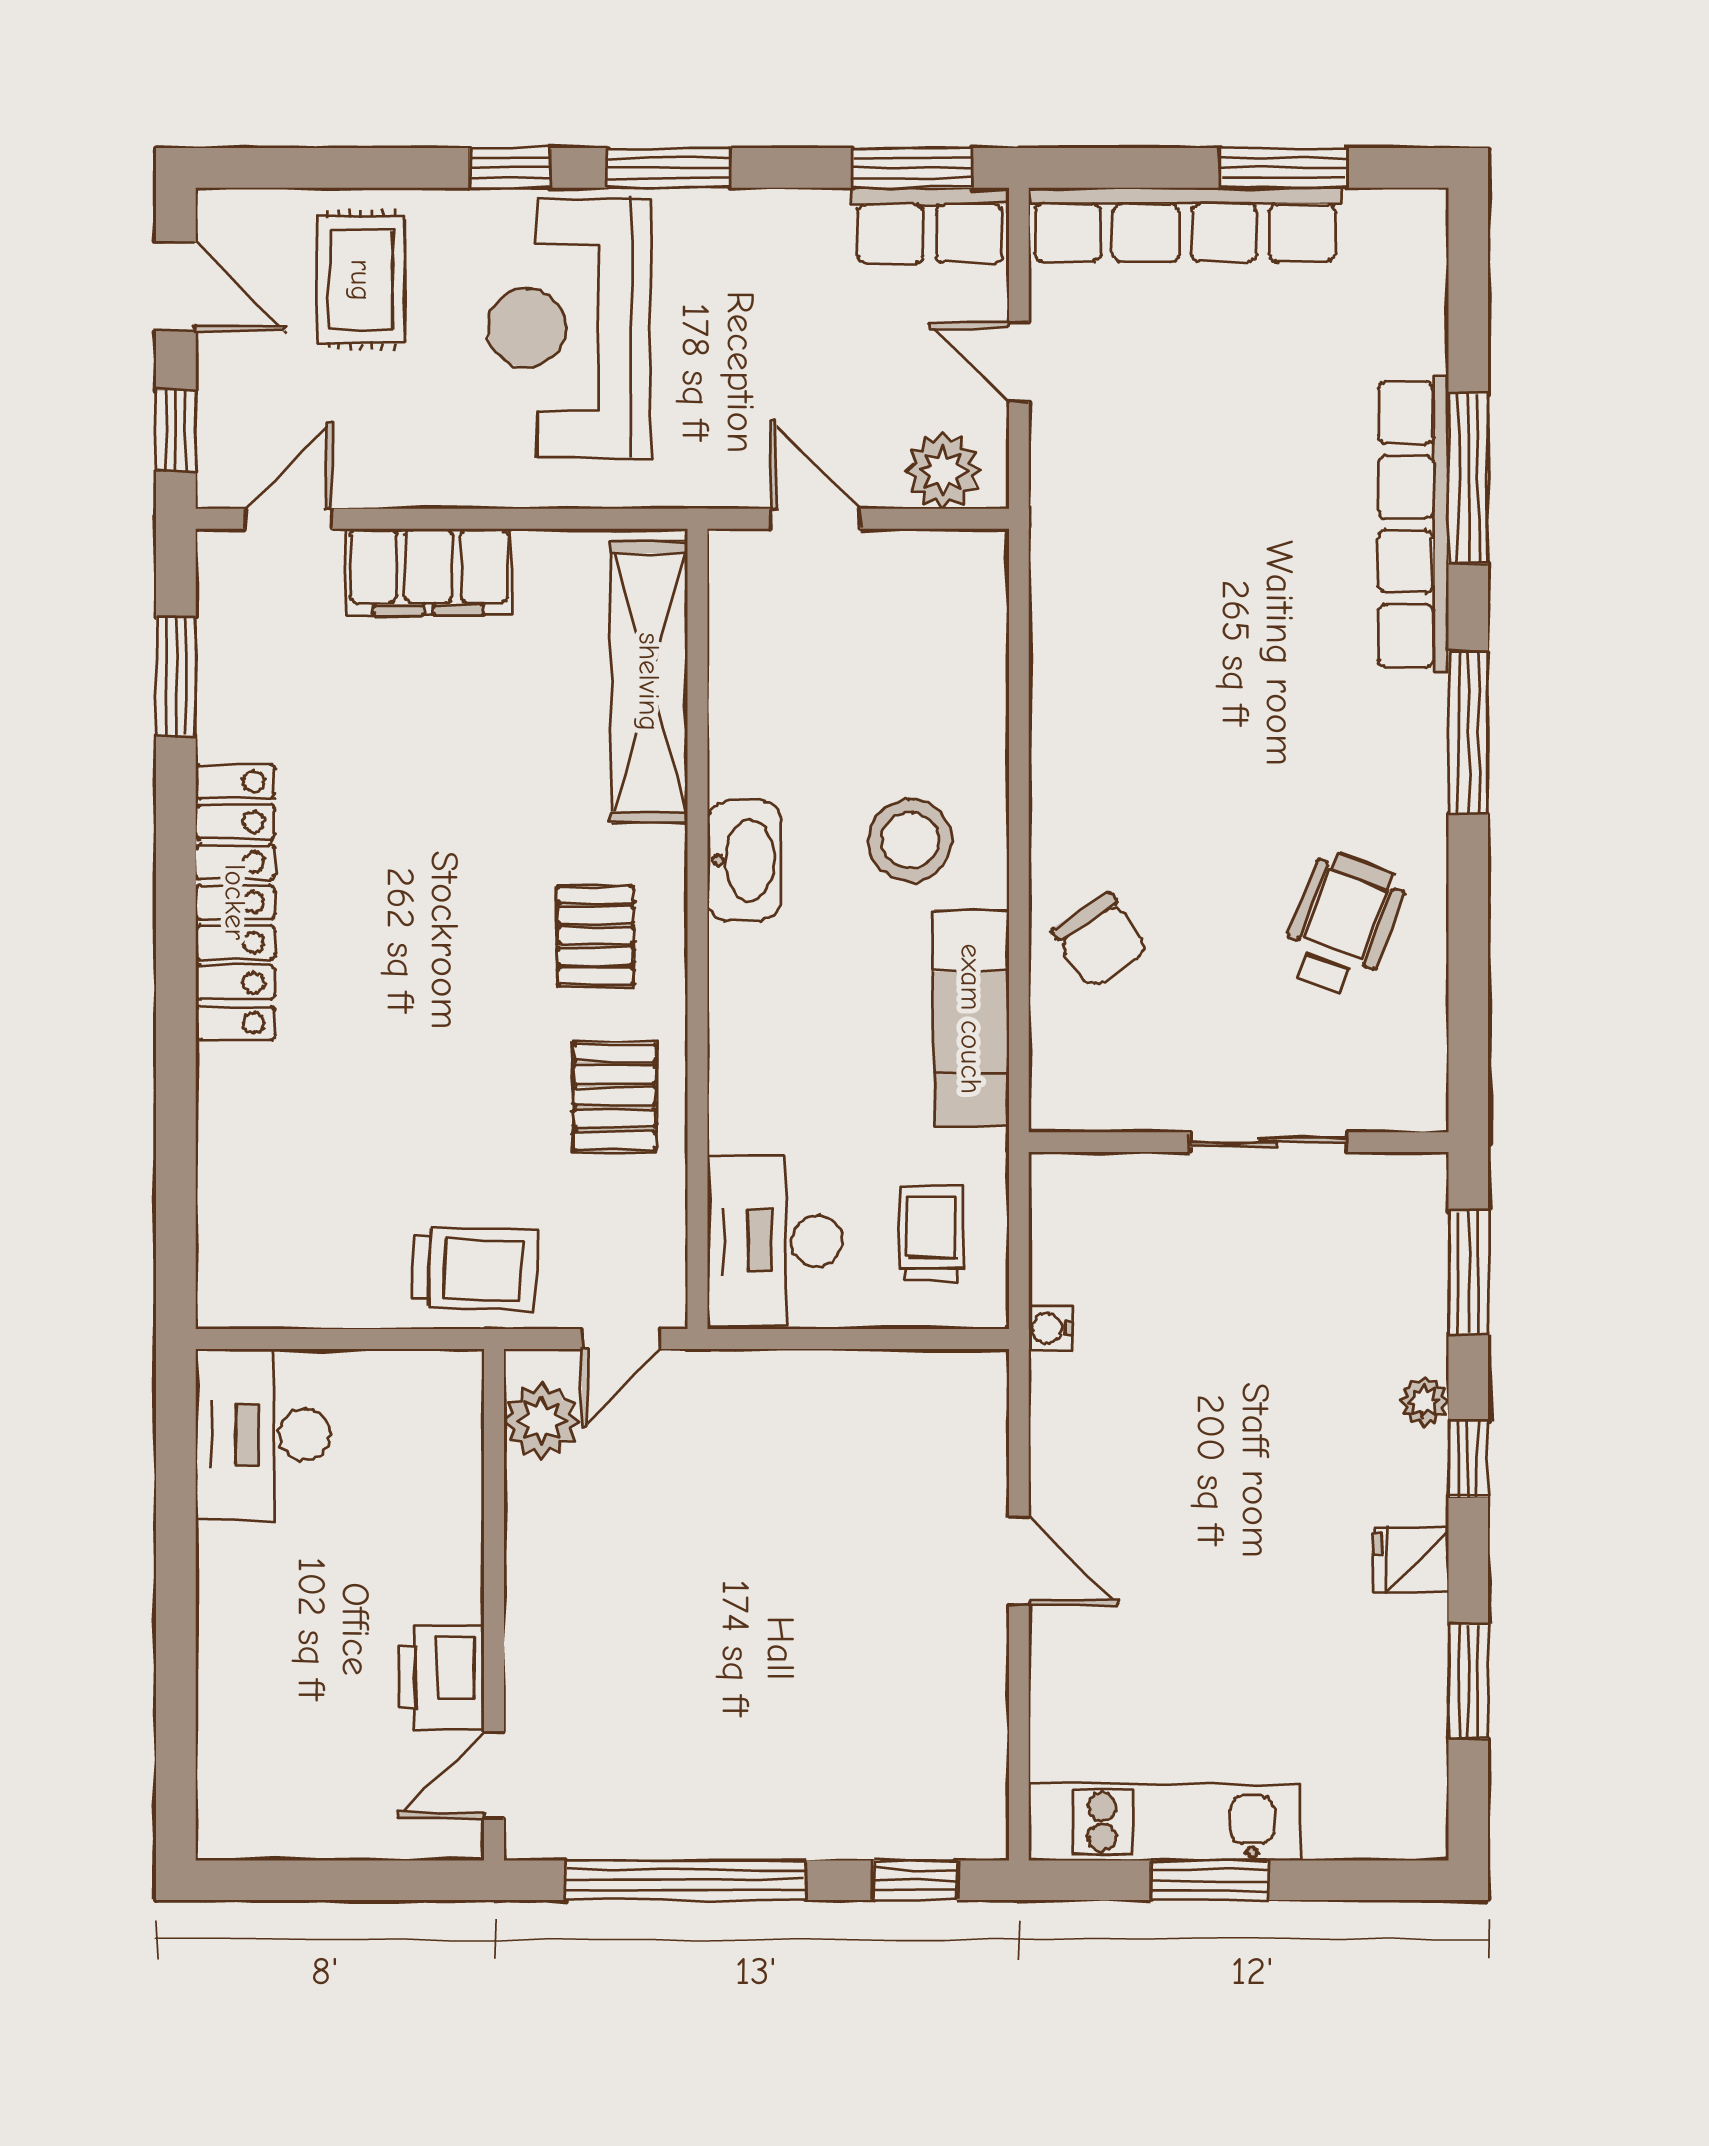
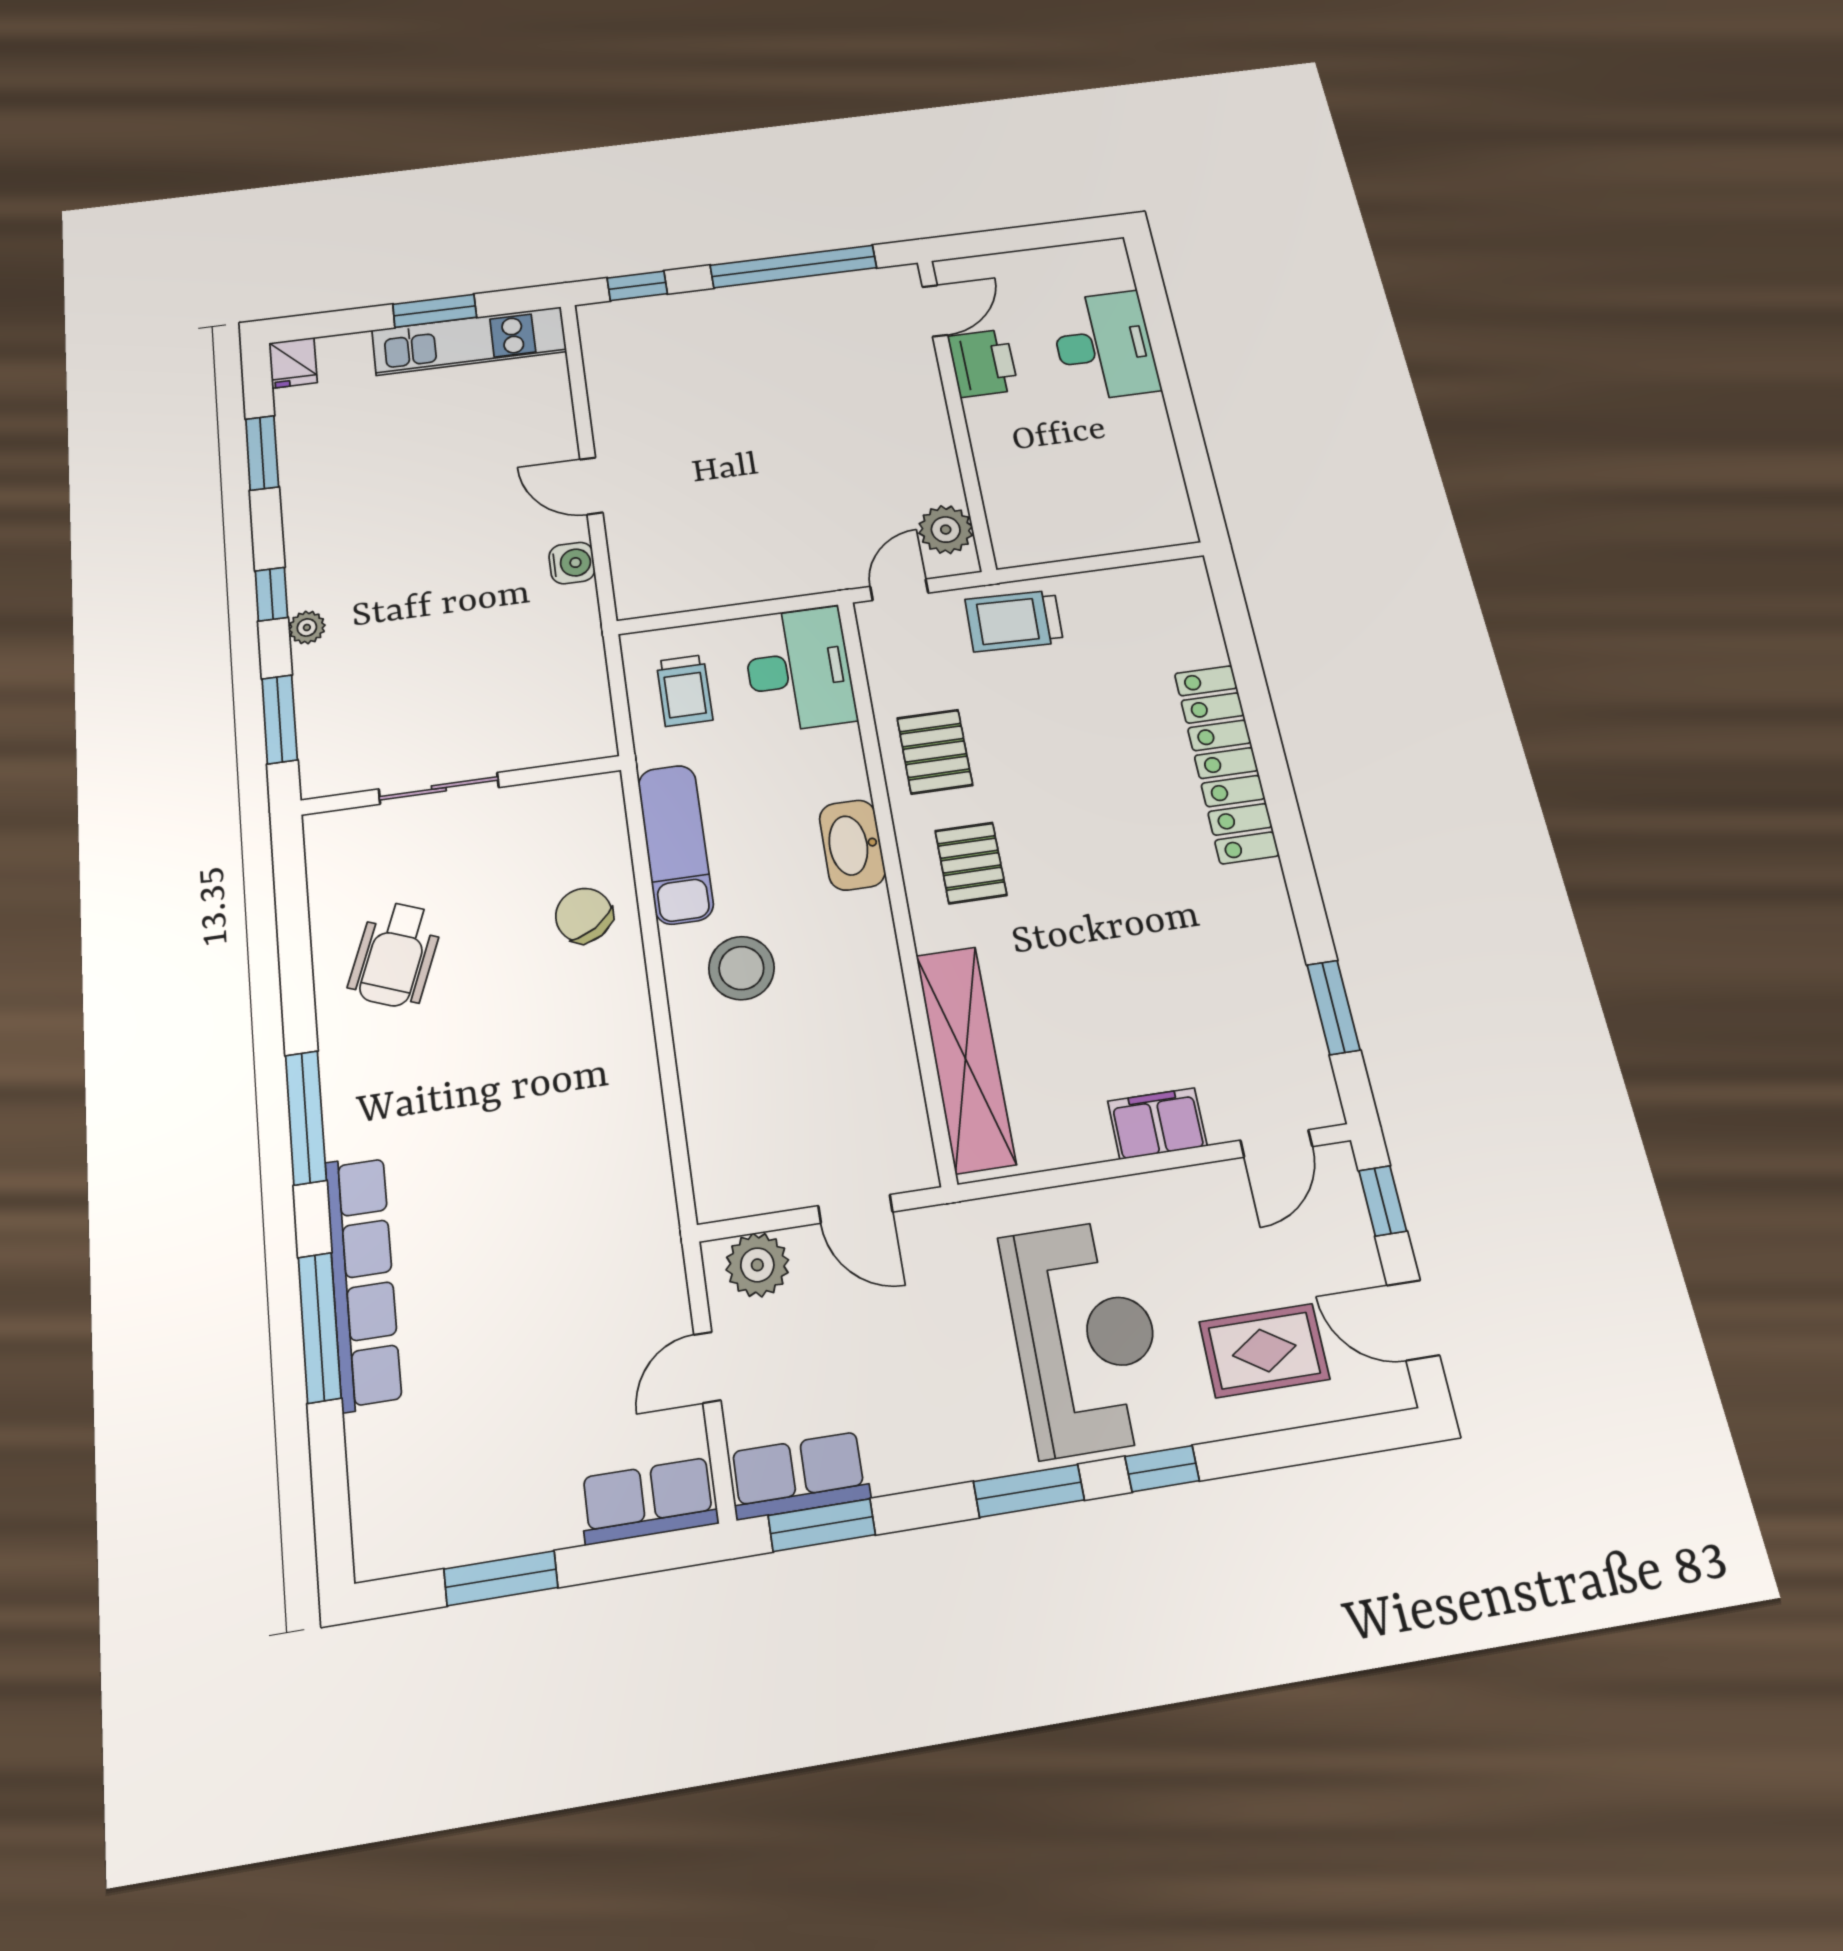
row of seats: (1185, 225) -> (648, 1501), width x0.50
rug: (361, 280) -> (1264, 1350), turned 90
door: (1019, 362) -> (707, 1367), swing flipped
filing cabinet: (429, 572) -> (1157, 1123), width x0.67, depth x0.86
washbasin: (744, 860) -> (852, 845), moved
locker: (235, 902) -> (1226, 763), moved
water cooler: (1051, 1328) -> (572, 563), moved, width x1.38, depth x1.38
desk: (263, 1434) -> (1104, 346), moved
fridge: (1410, 1560) -> (293, 363), moved, turned 90

